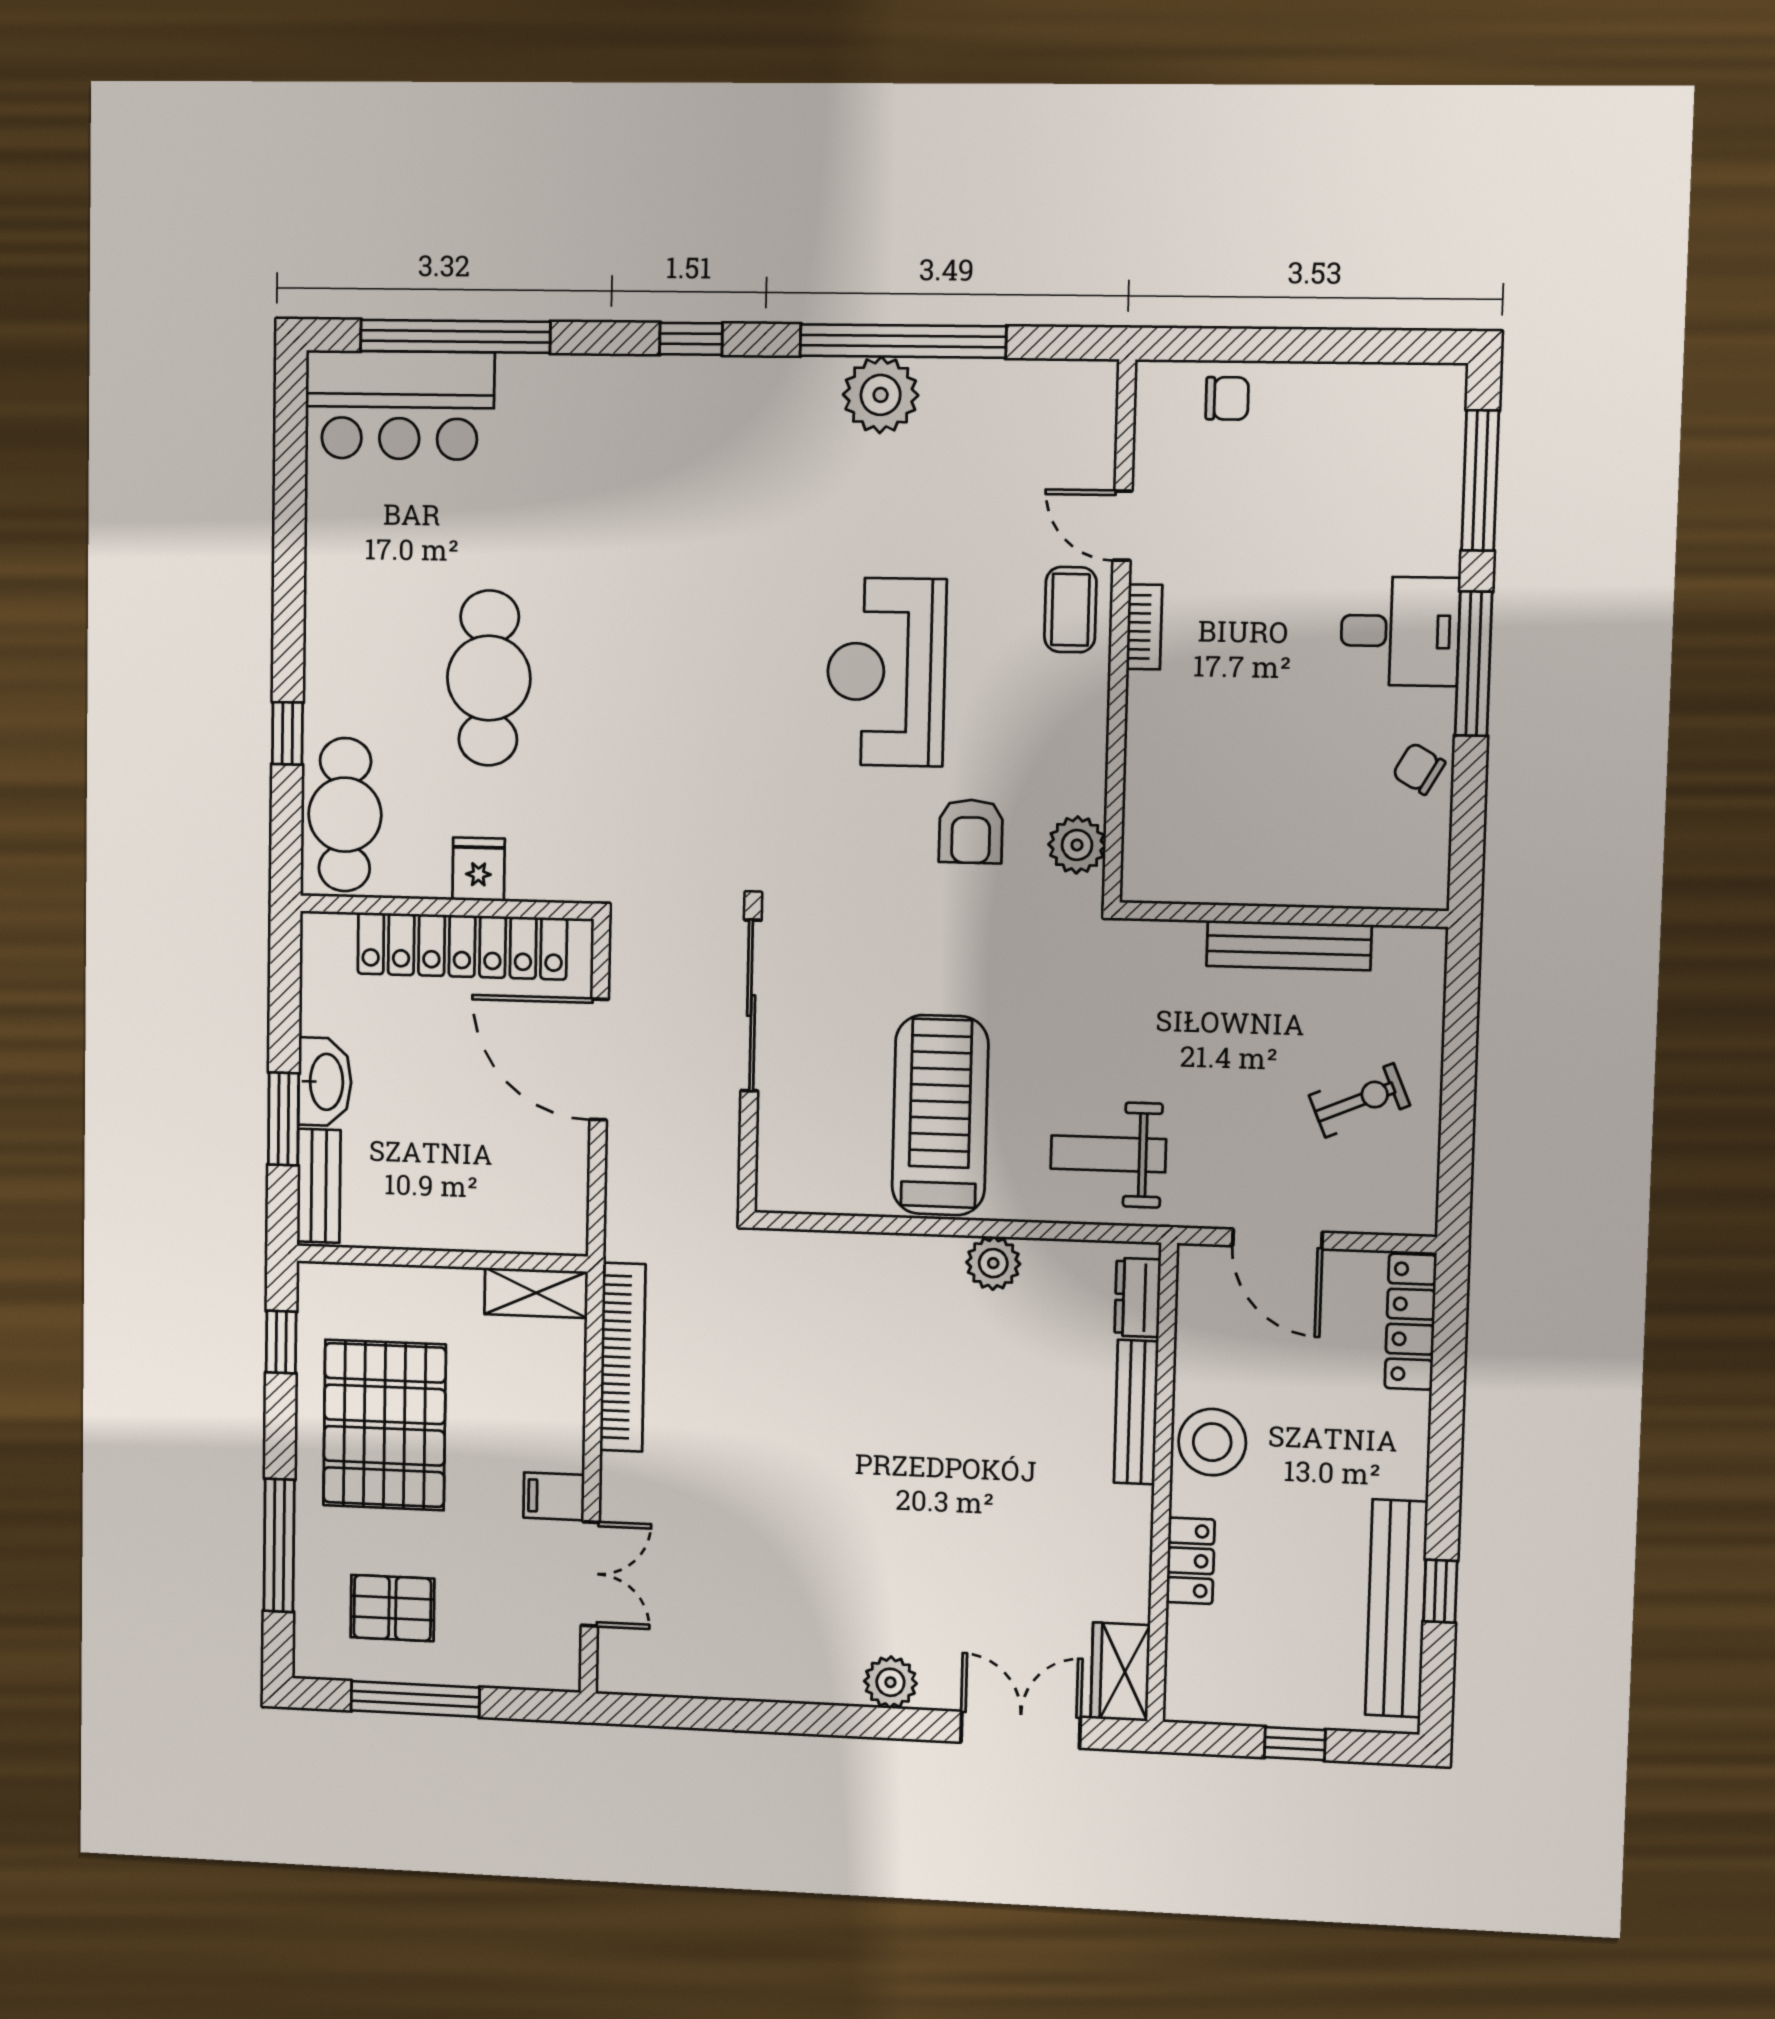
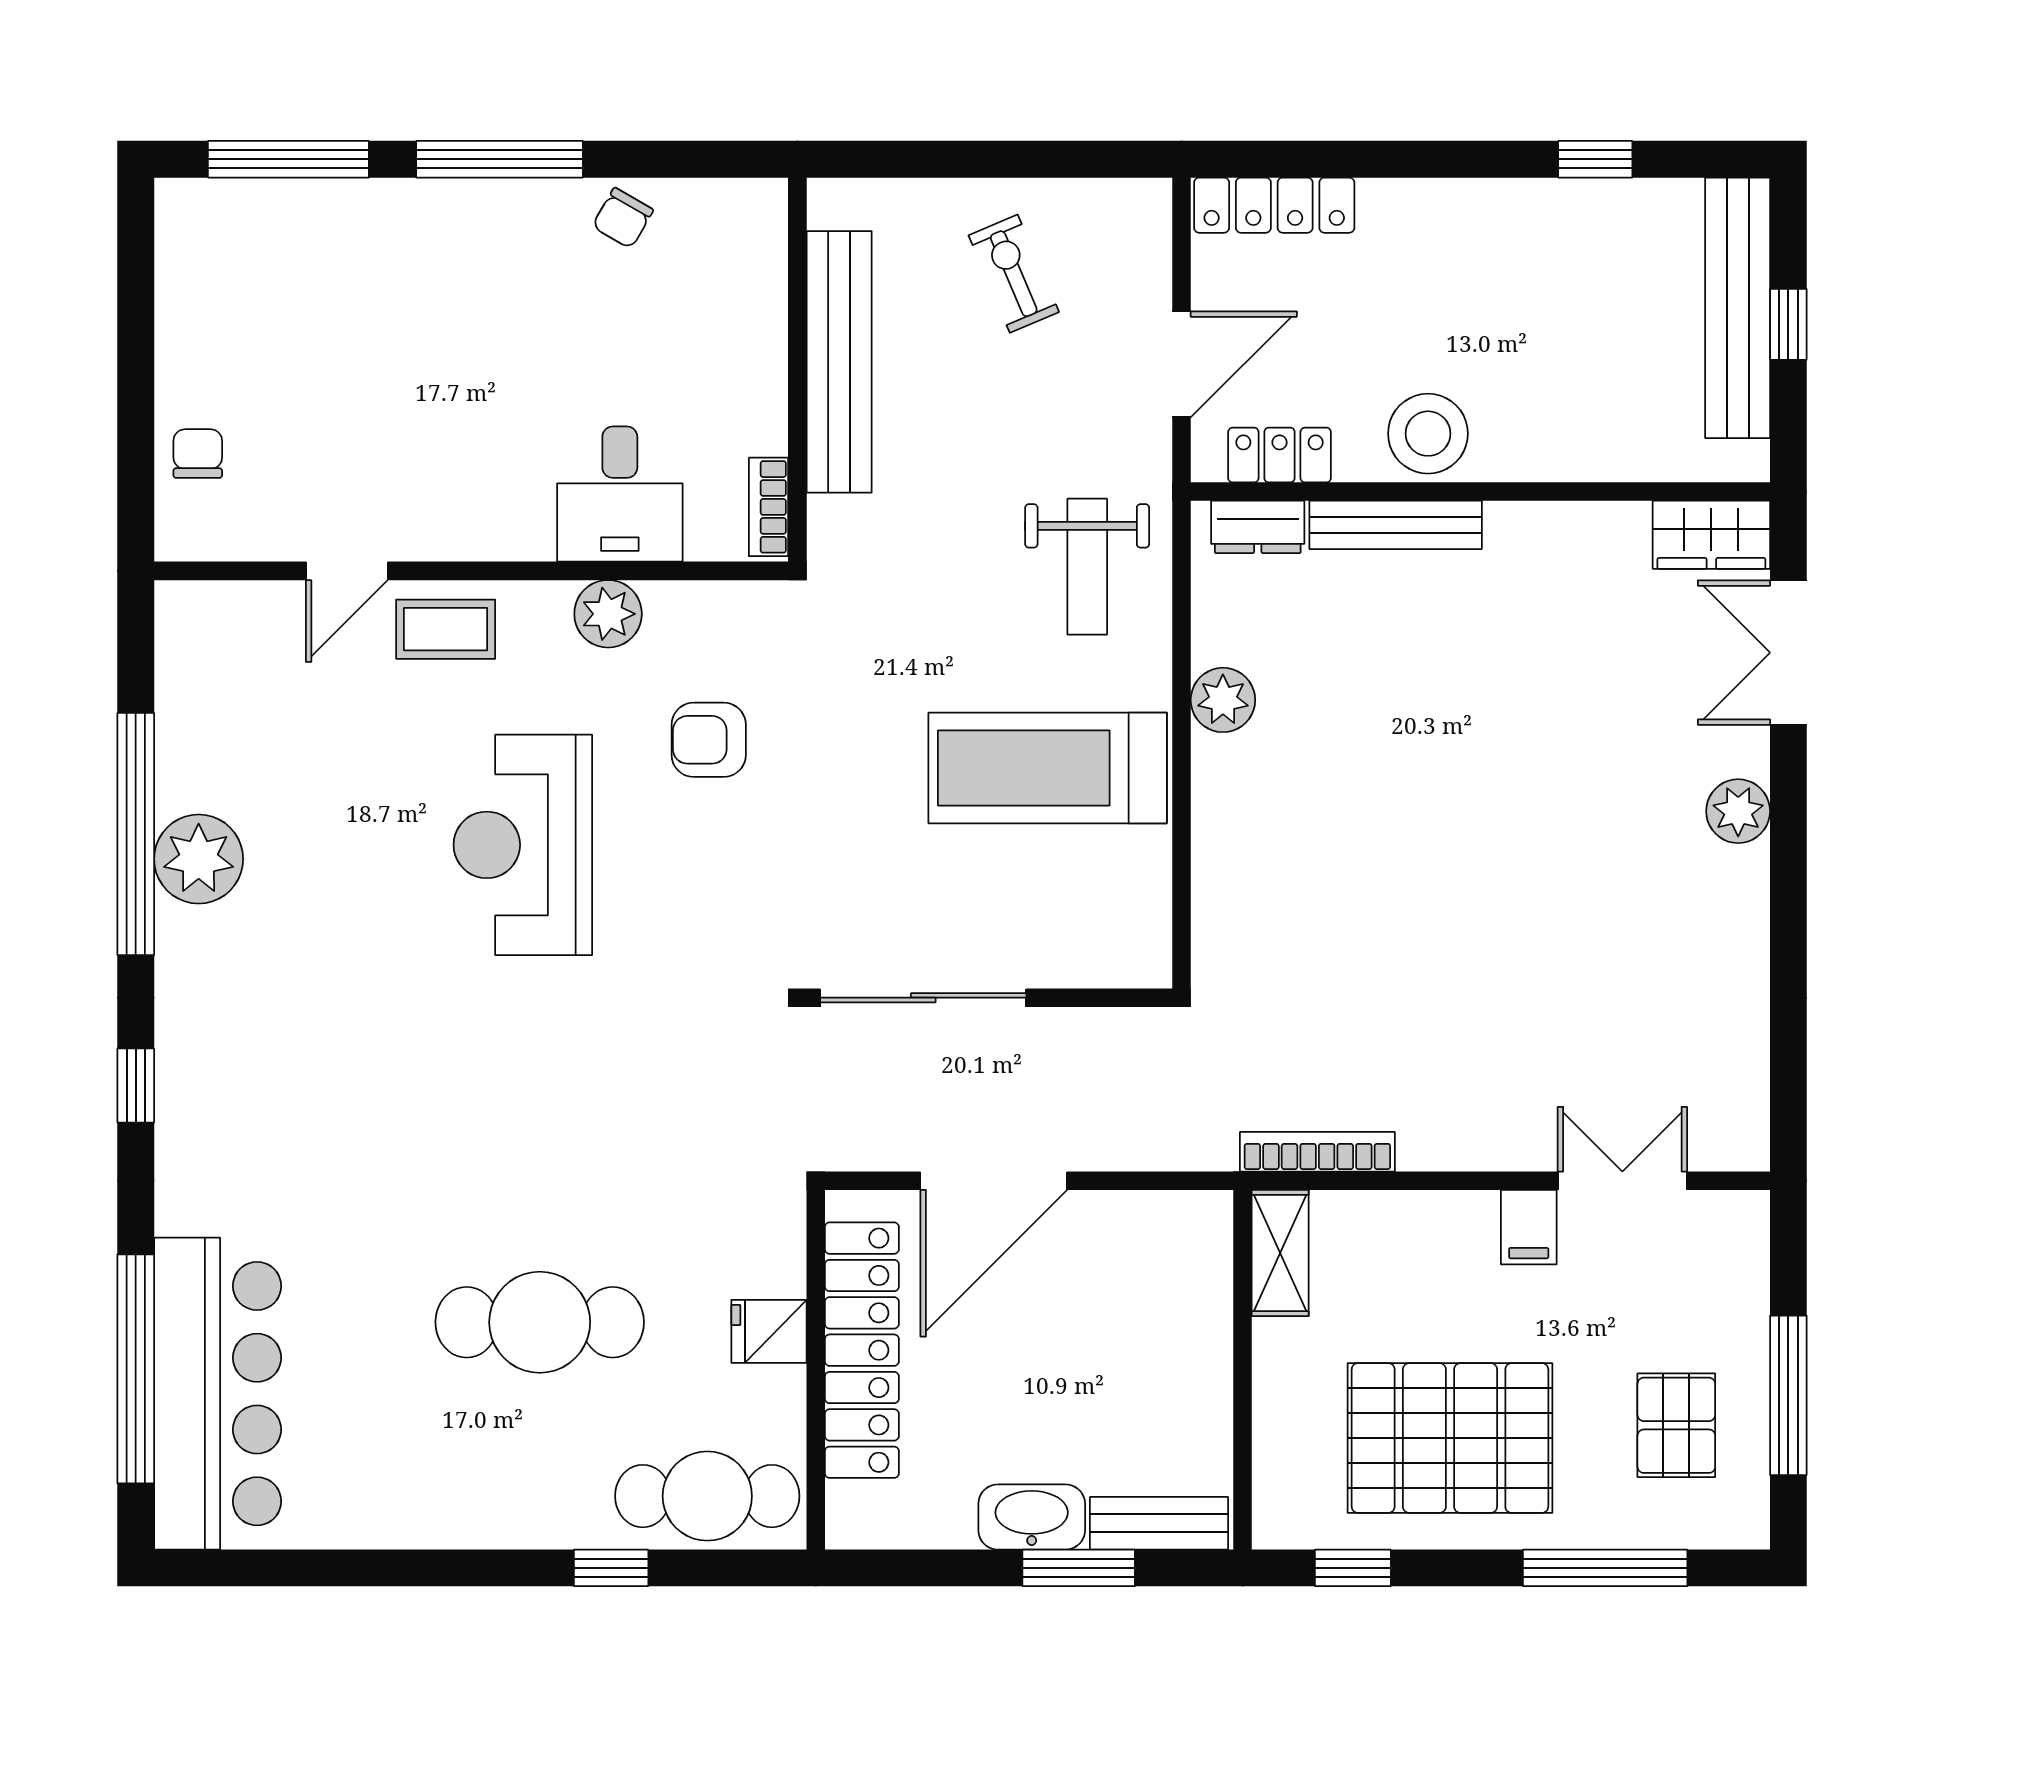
bar counter: (400, 405) -> (218, 1394), width x1.36
bookcase: (1144, 627) -> (769, 507), moved, turned -90
desk: (1400, 631) -> (620, 494), moved, turned 180
reception desk: (886, 672) -> (523, 845), turned 90
armchair: (971, 831) -> (709, 740), turned 180
plant: (1077, 845) -> (608, 614), moved
bench: (1289, 945) -> (839, 362), width x1.37, depth x1.21
bookcase: (623, 1357) -> (1317, 1152), width x0.68, depth x0.76
locker: (1190, 1561) -> (1280, 455), moved
bench: (1396, 1608) -> (1738, 308), moved, turned 90

